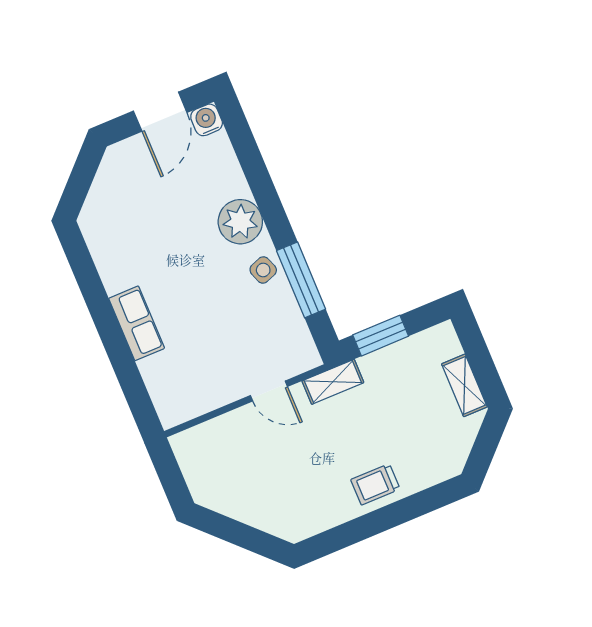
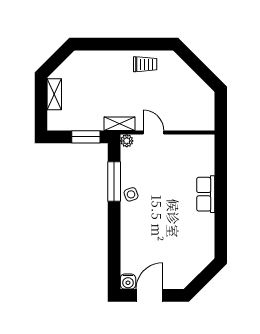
plant: (240, 222) -> (127, 141), moved, width x0.53, depth x0.53
trolley: (375, 484) -> (145, 64), moved

